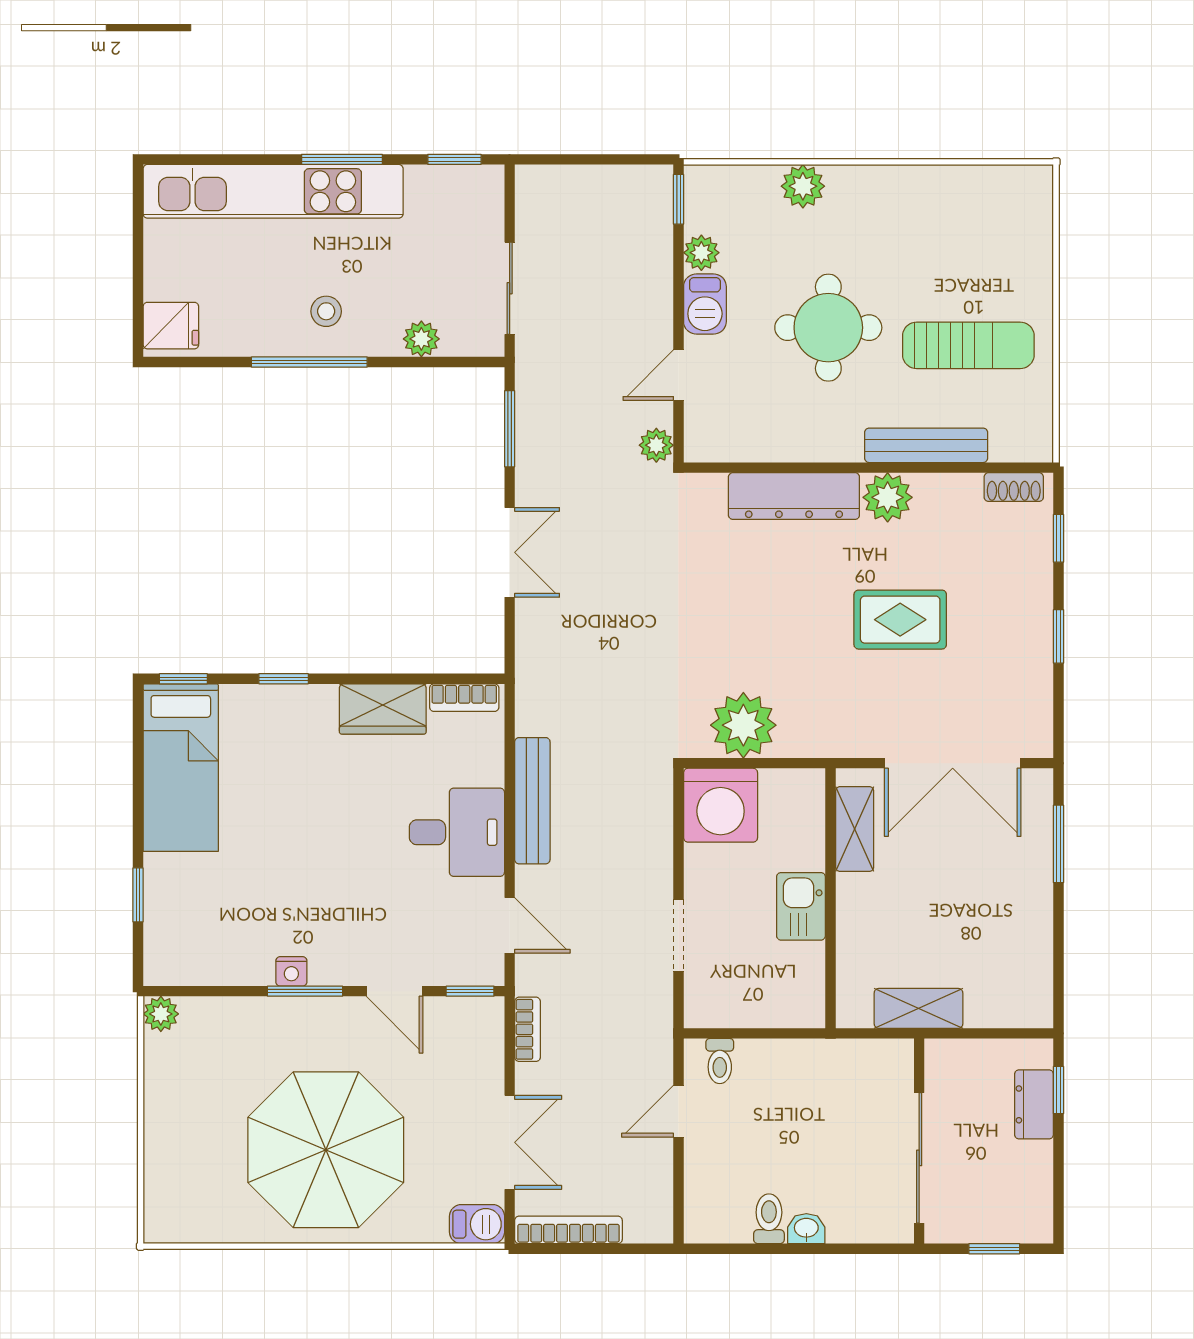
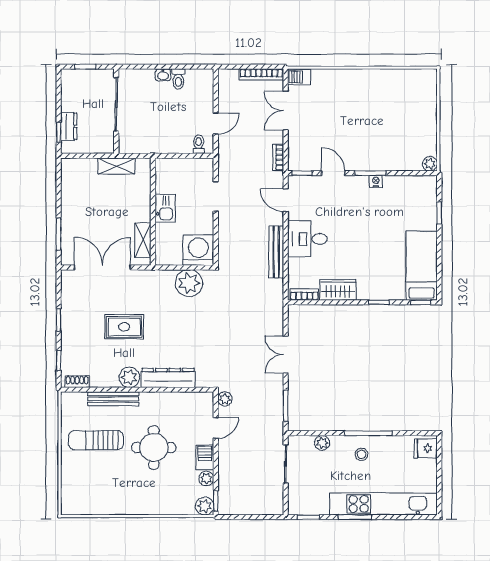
plant: (803, 186) -> (205, 506), moved
parasol: (326, 1150) -> (362, 108), removed

